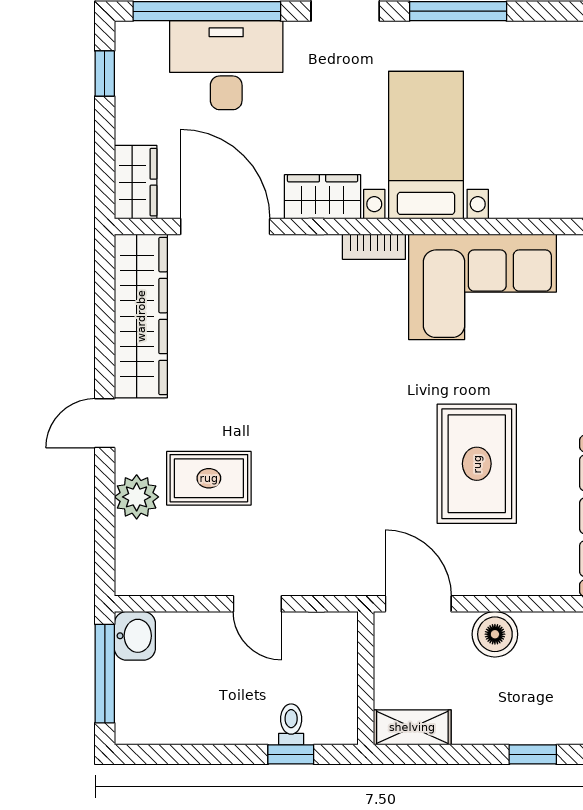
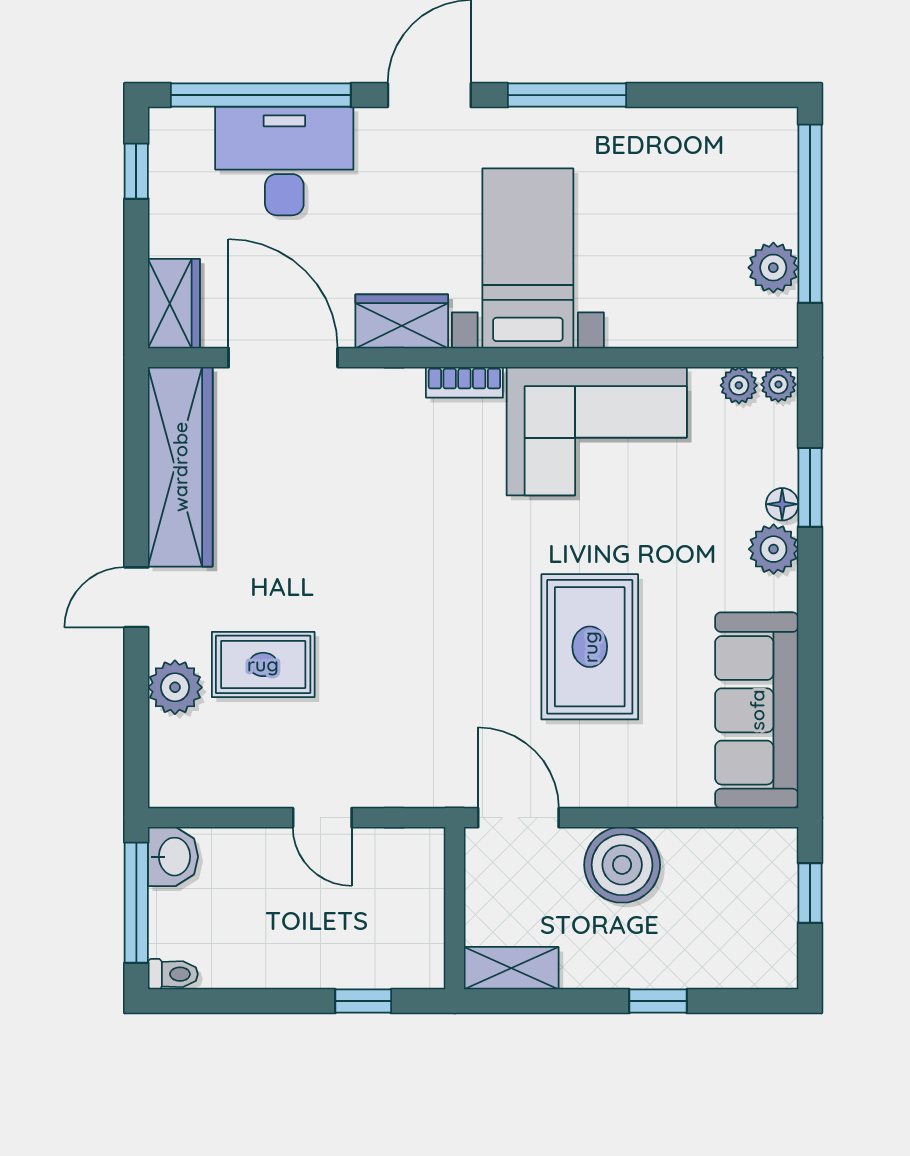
boiler: (495, 634) -> (622, 865), width x1.37, depth x1.37
toilet: (291, 724) -> (173, 974), moved, turned 90

